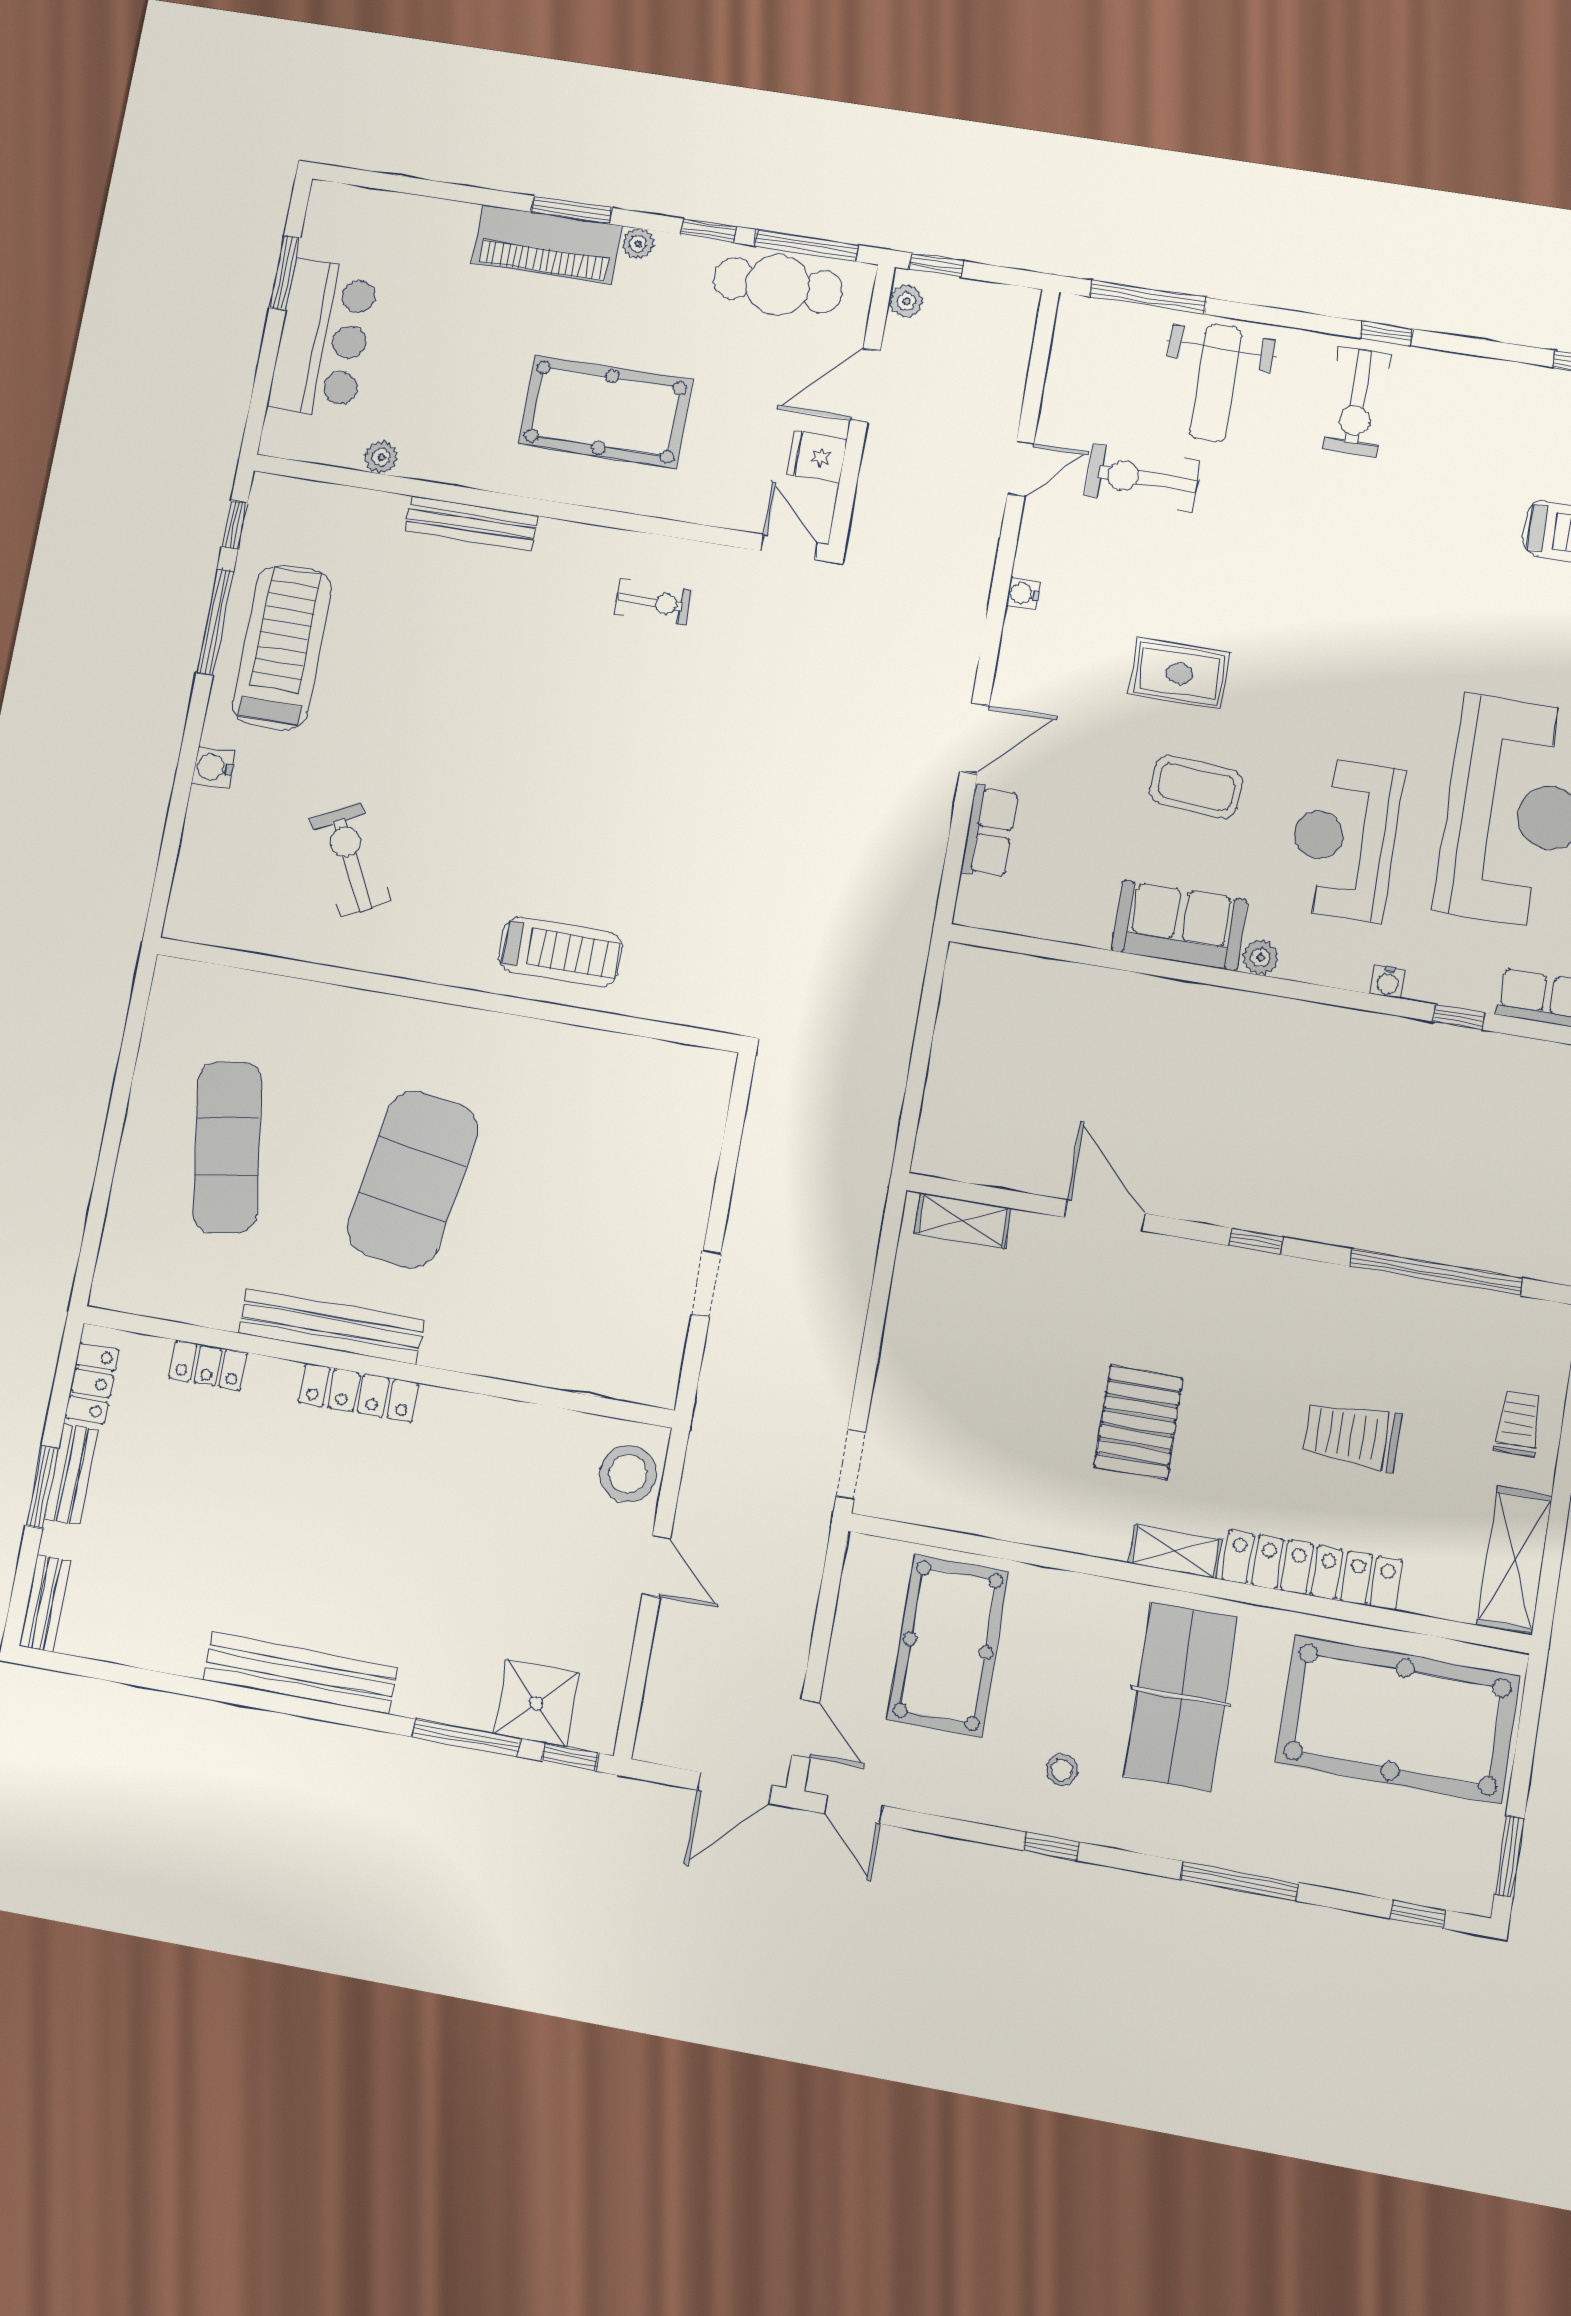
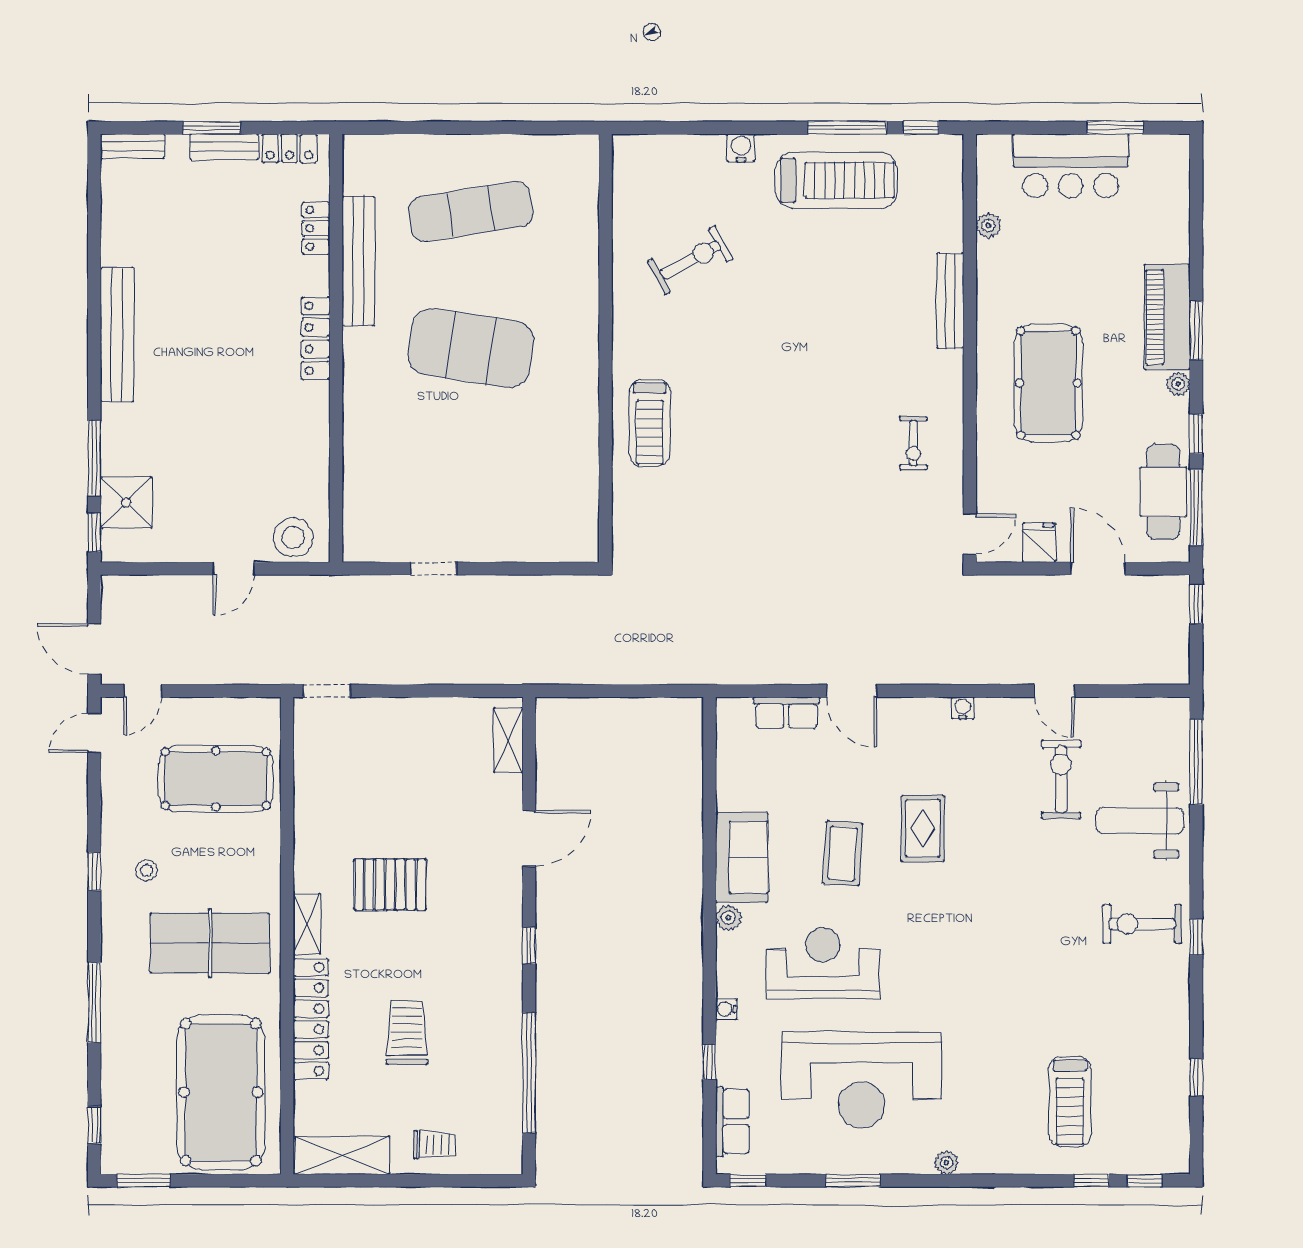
plant: (906, 301) -> (1165, 587), removed
bench: (331, 1326) -> (358, 261), moved

